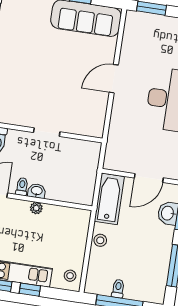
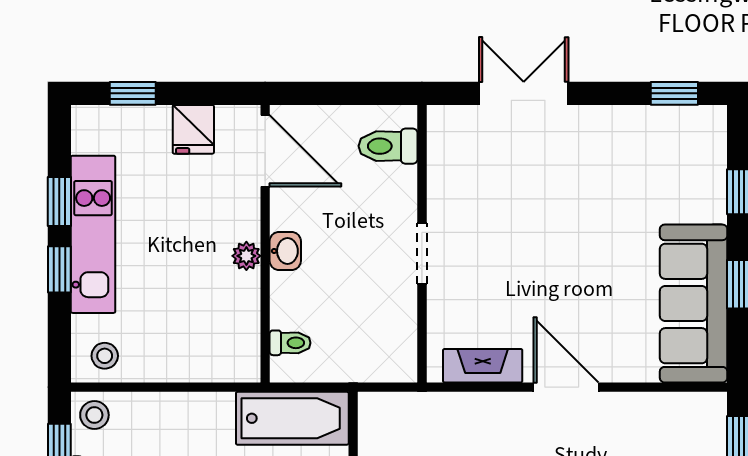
fireplace: (99, 113) -> (483, 366), added
toilet: (22, 187) -> (290, 343), moved
stool: (100, 240) -> (94, 415), moved

